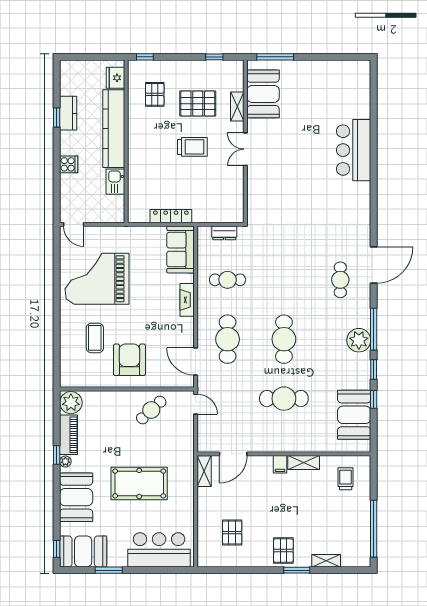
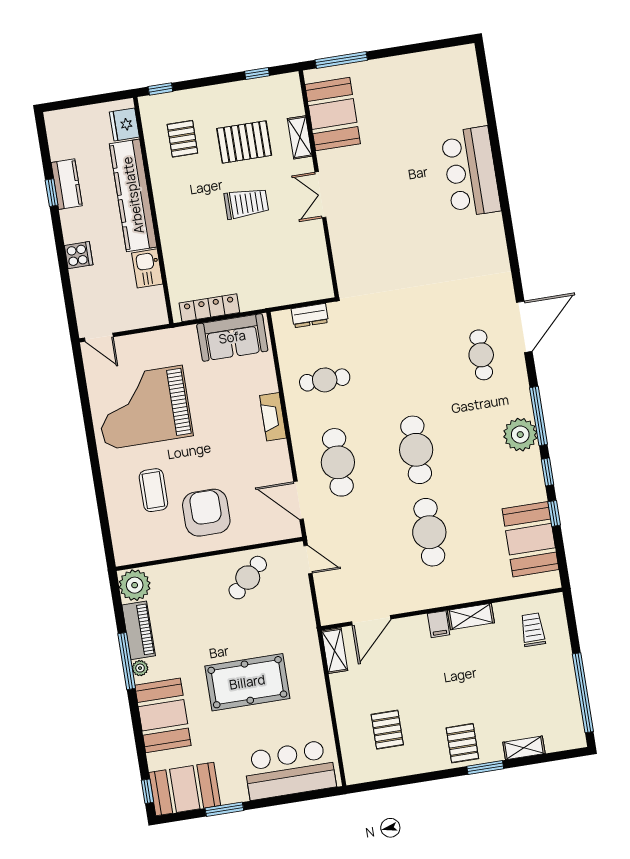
locker: (171, 216) -> (209, 308), moved
sofa: (180, 250) -> (232, 337), moved, turned -90
cafe table: (284, 399) -> (429, 532), turned 90
window: (57, 455) -> (127, 661), width x2.17

